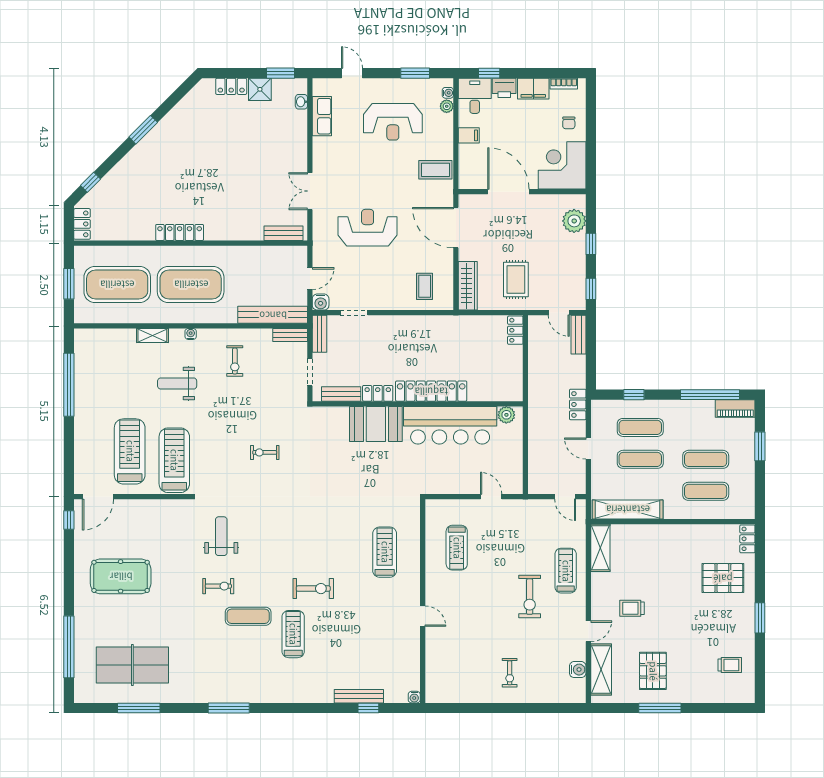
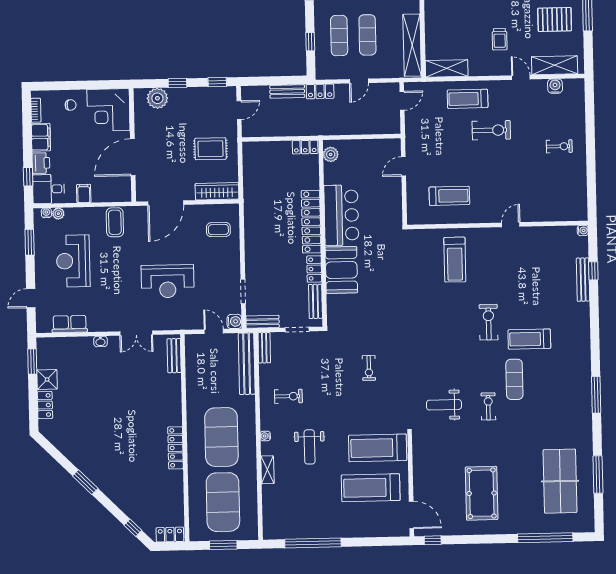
washbasin: (301, 102) -> (100, 341), moved
reception desk: (393, 122) -> (73, 261), turned 180
reception desk: (368, 228) -> (168, 281), turned -90
locker: (515, 330) -> (305, 147), moved
bench: (578, 335) -> (287, 91), moved
bar counter: (450, 425) -> (341, 215), width x0.73
treadmill: (385, 552) -> (455, 260), turned -90

